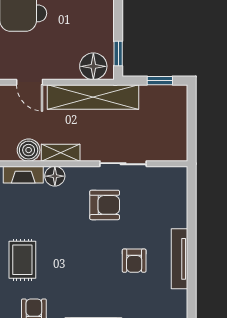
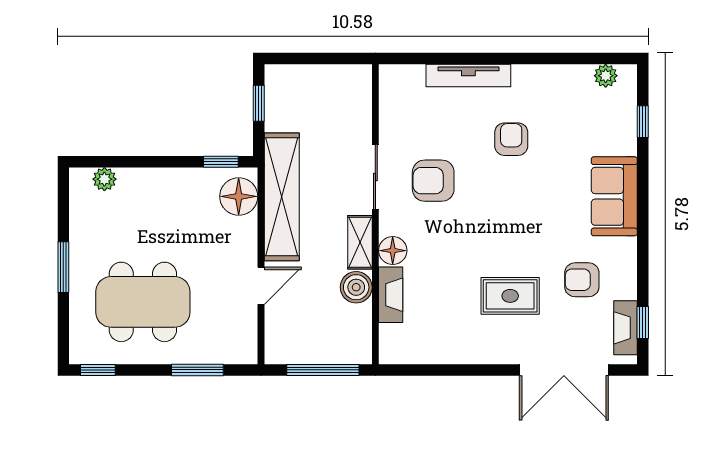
sliding door: (123, 164) -> (375, 177), moved
armchair: (105, 205) -> (433, 181), turned -90
tv unit: (180, 259) -> (468, 76), moved
armchair: (134, 261) -> (511, 139), turned -90

